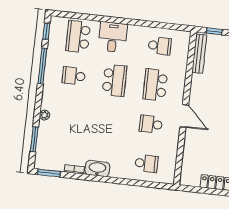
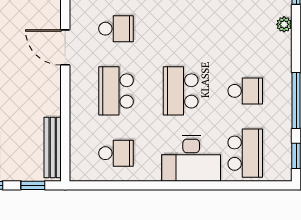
desk: (113, 37) -> (191, 158), width x1.37
school desk: (160, 46) -> (116, 153), turned 180
school desk: (155, 85) -> (116, 91), turned 180

